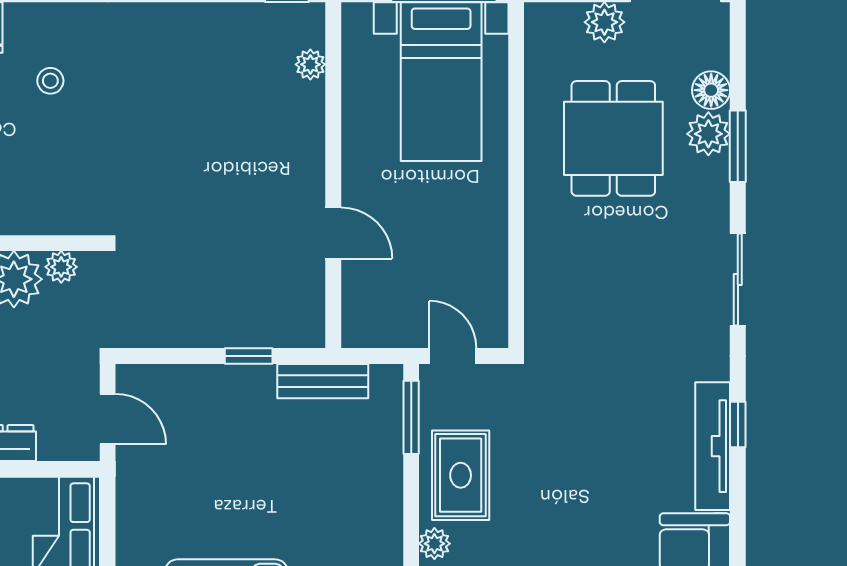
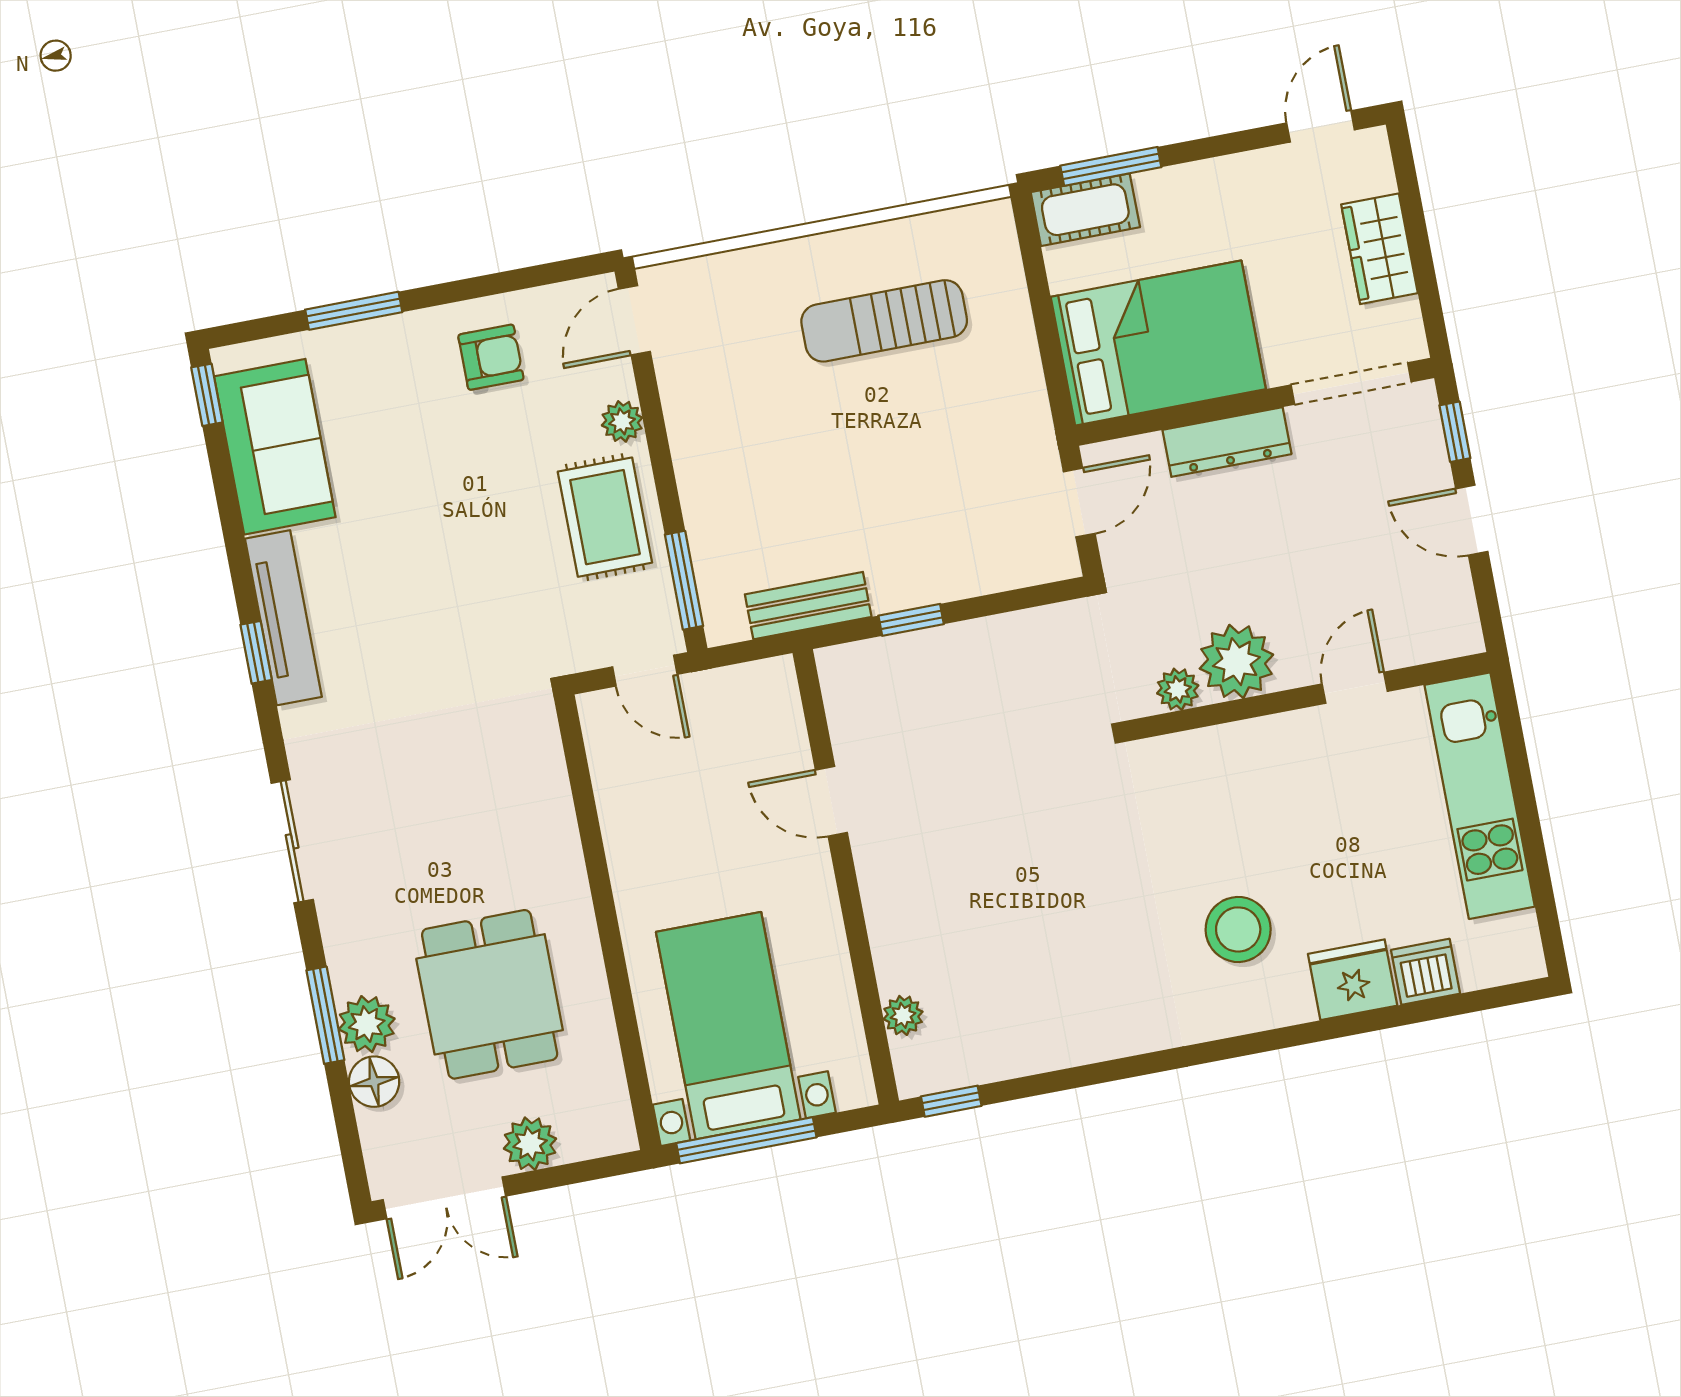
stool: (50, 81) -> (1238, 929), width x1.89, depth x1.89
door: (108, 419) -> (1079, 503), swing flipped

